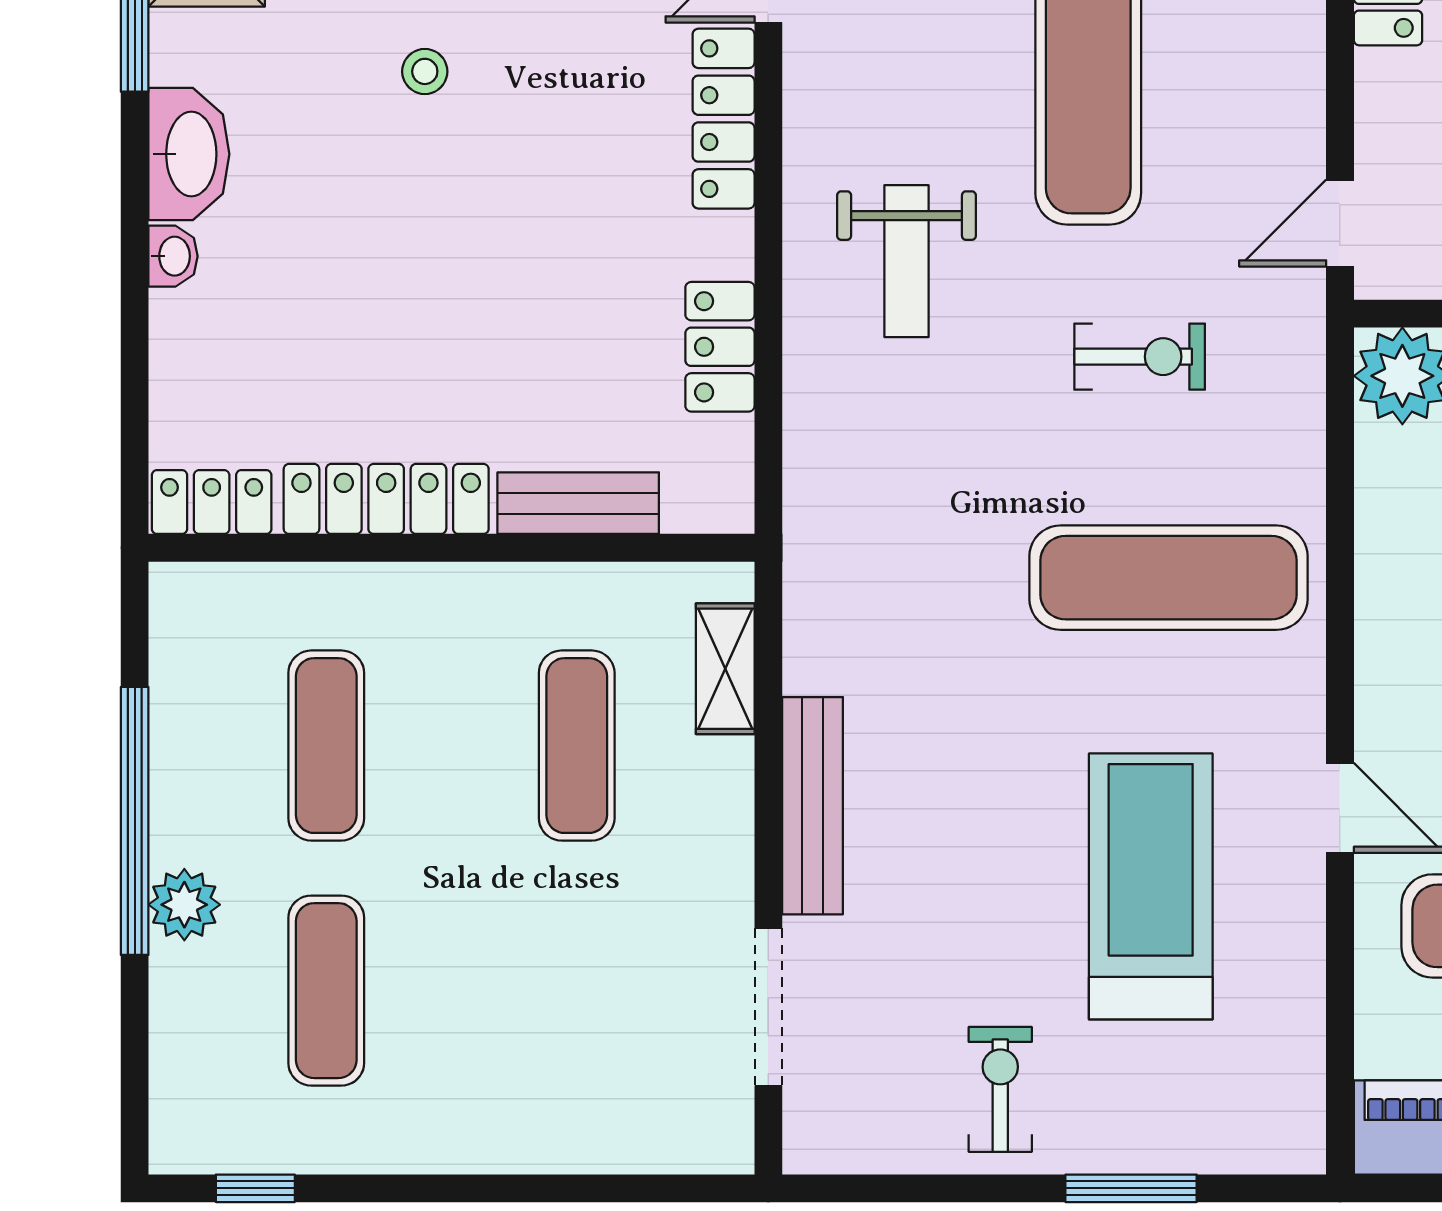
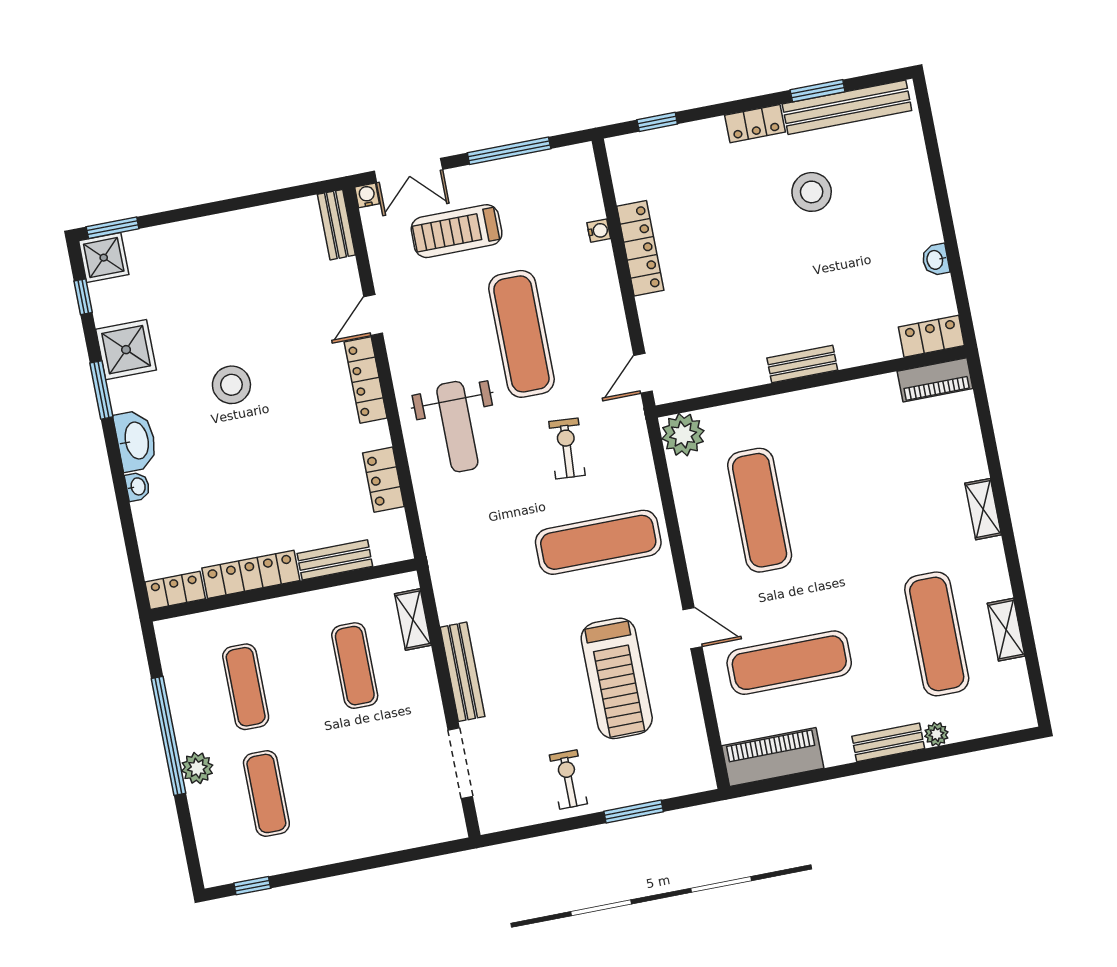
stool: (425, 71) -> (231, 385), width x1.89, depth x1.89
weight bench: (907, 261) -> (457, 427), width x1.36, depth x1.33
exercise bike: (1140, 357) -> (567, 448), turned -86
treadmill: (1151, 886) -> (617, 678), turned 180

